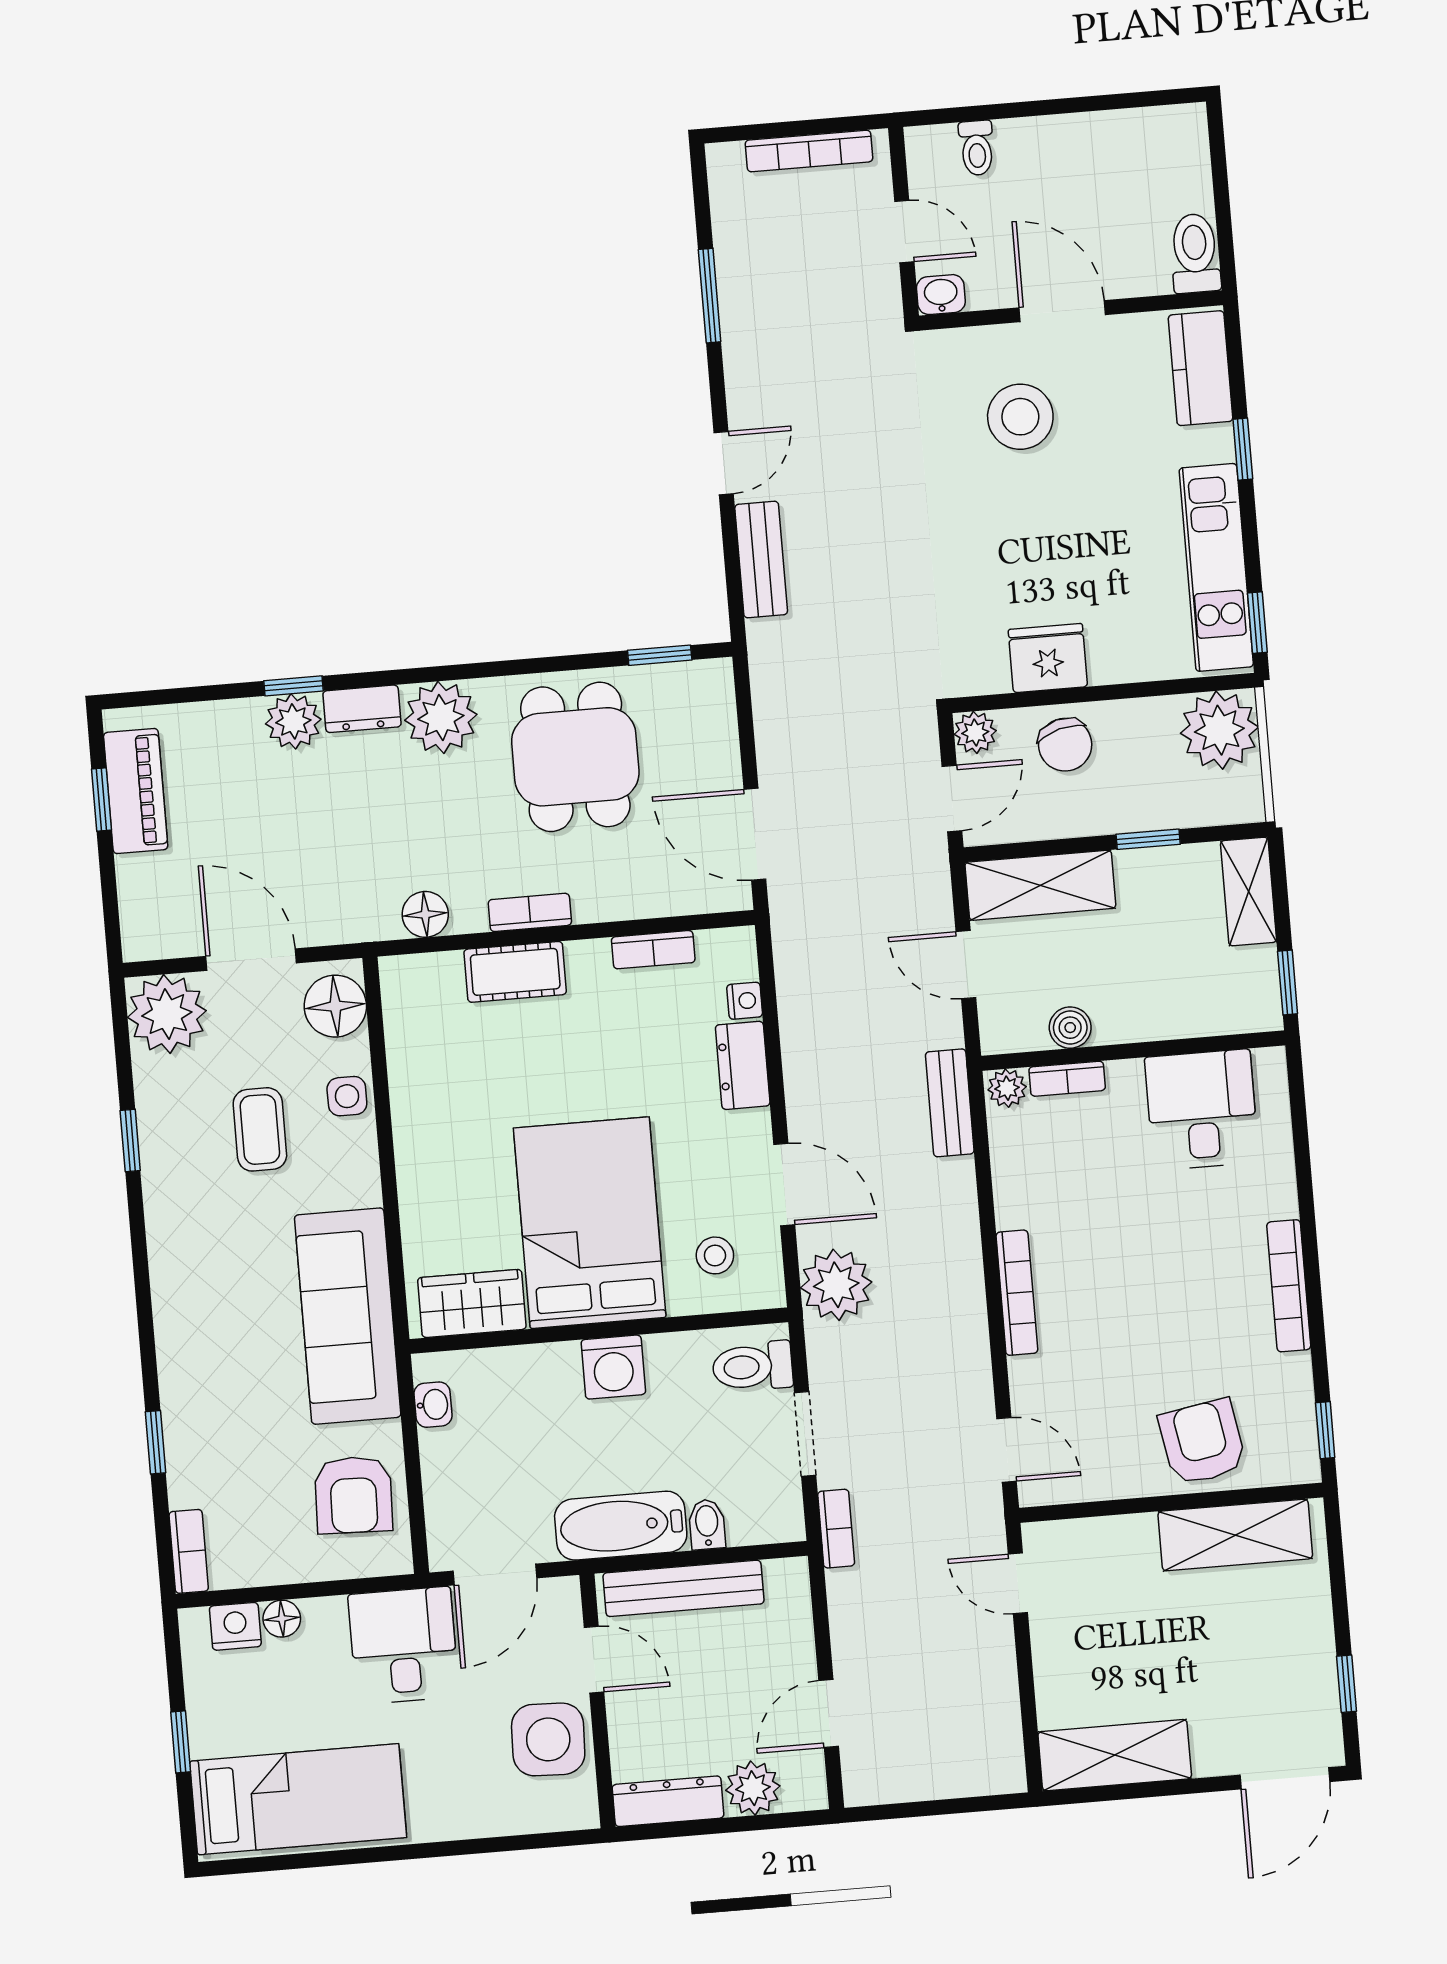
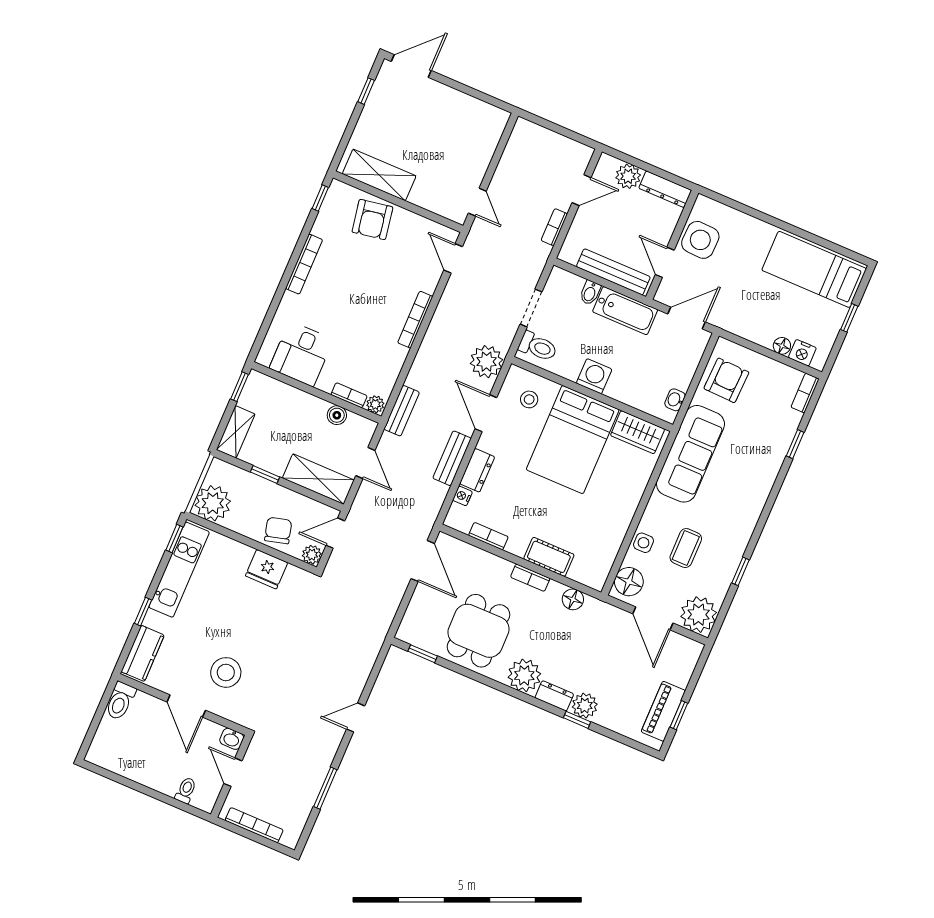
bench: (761, 560) -> (452, 458), moved
bookcase: (836, 1529) -> (554, 227), moved
desk: (403, 1645) -> (739, 309), removed
shelving: (1115, 1755) -> (475, 112), removed

